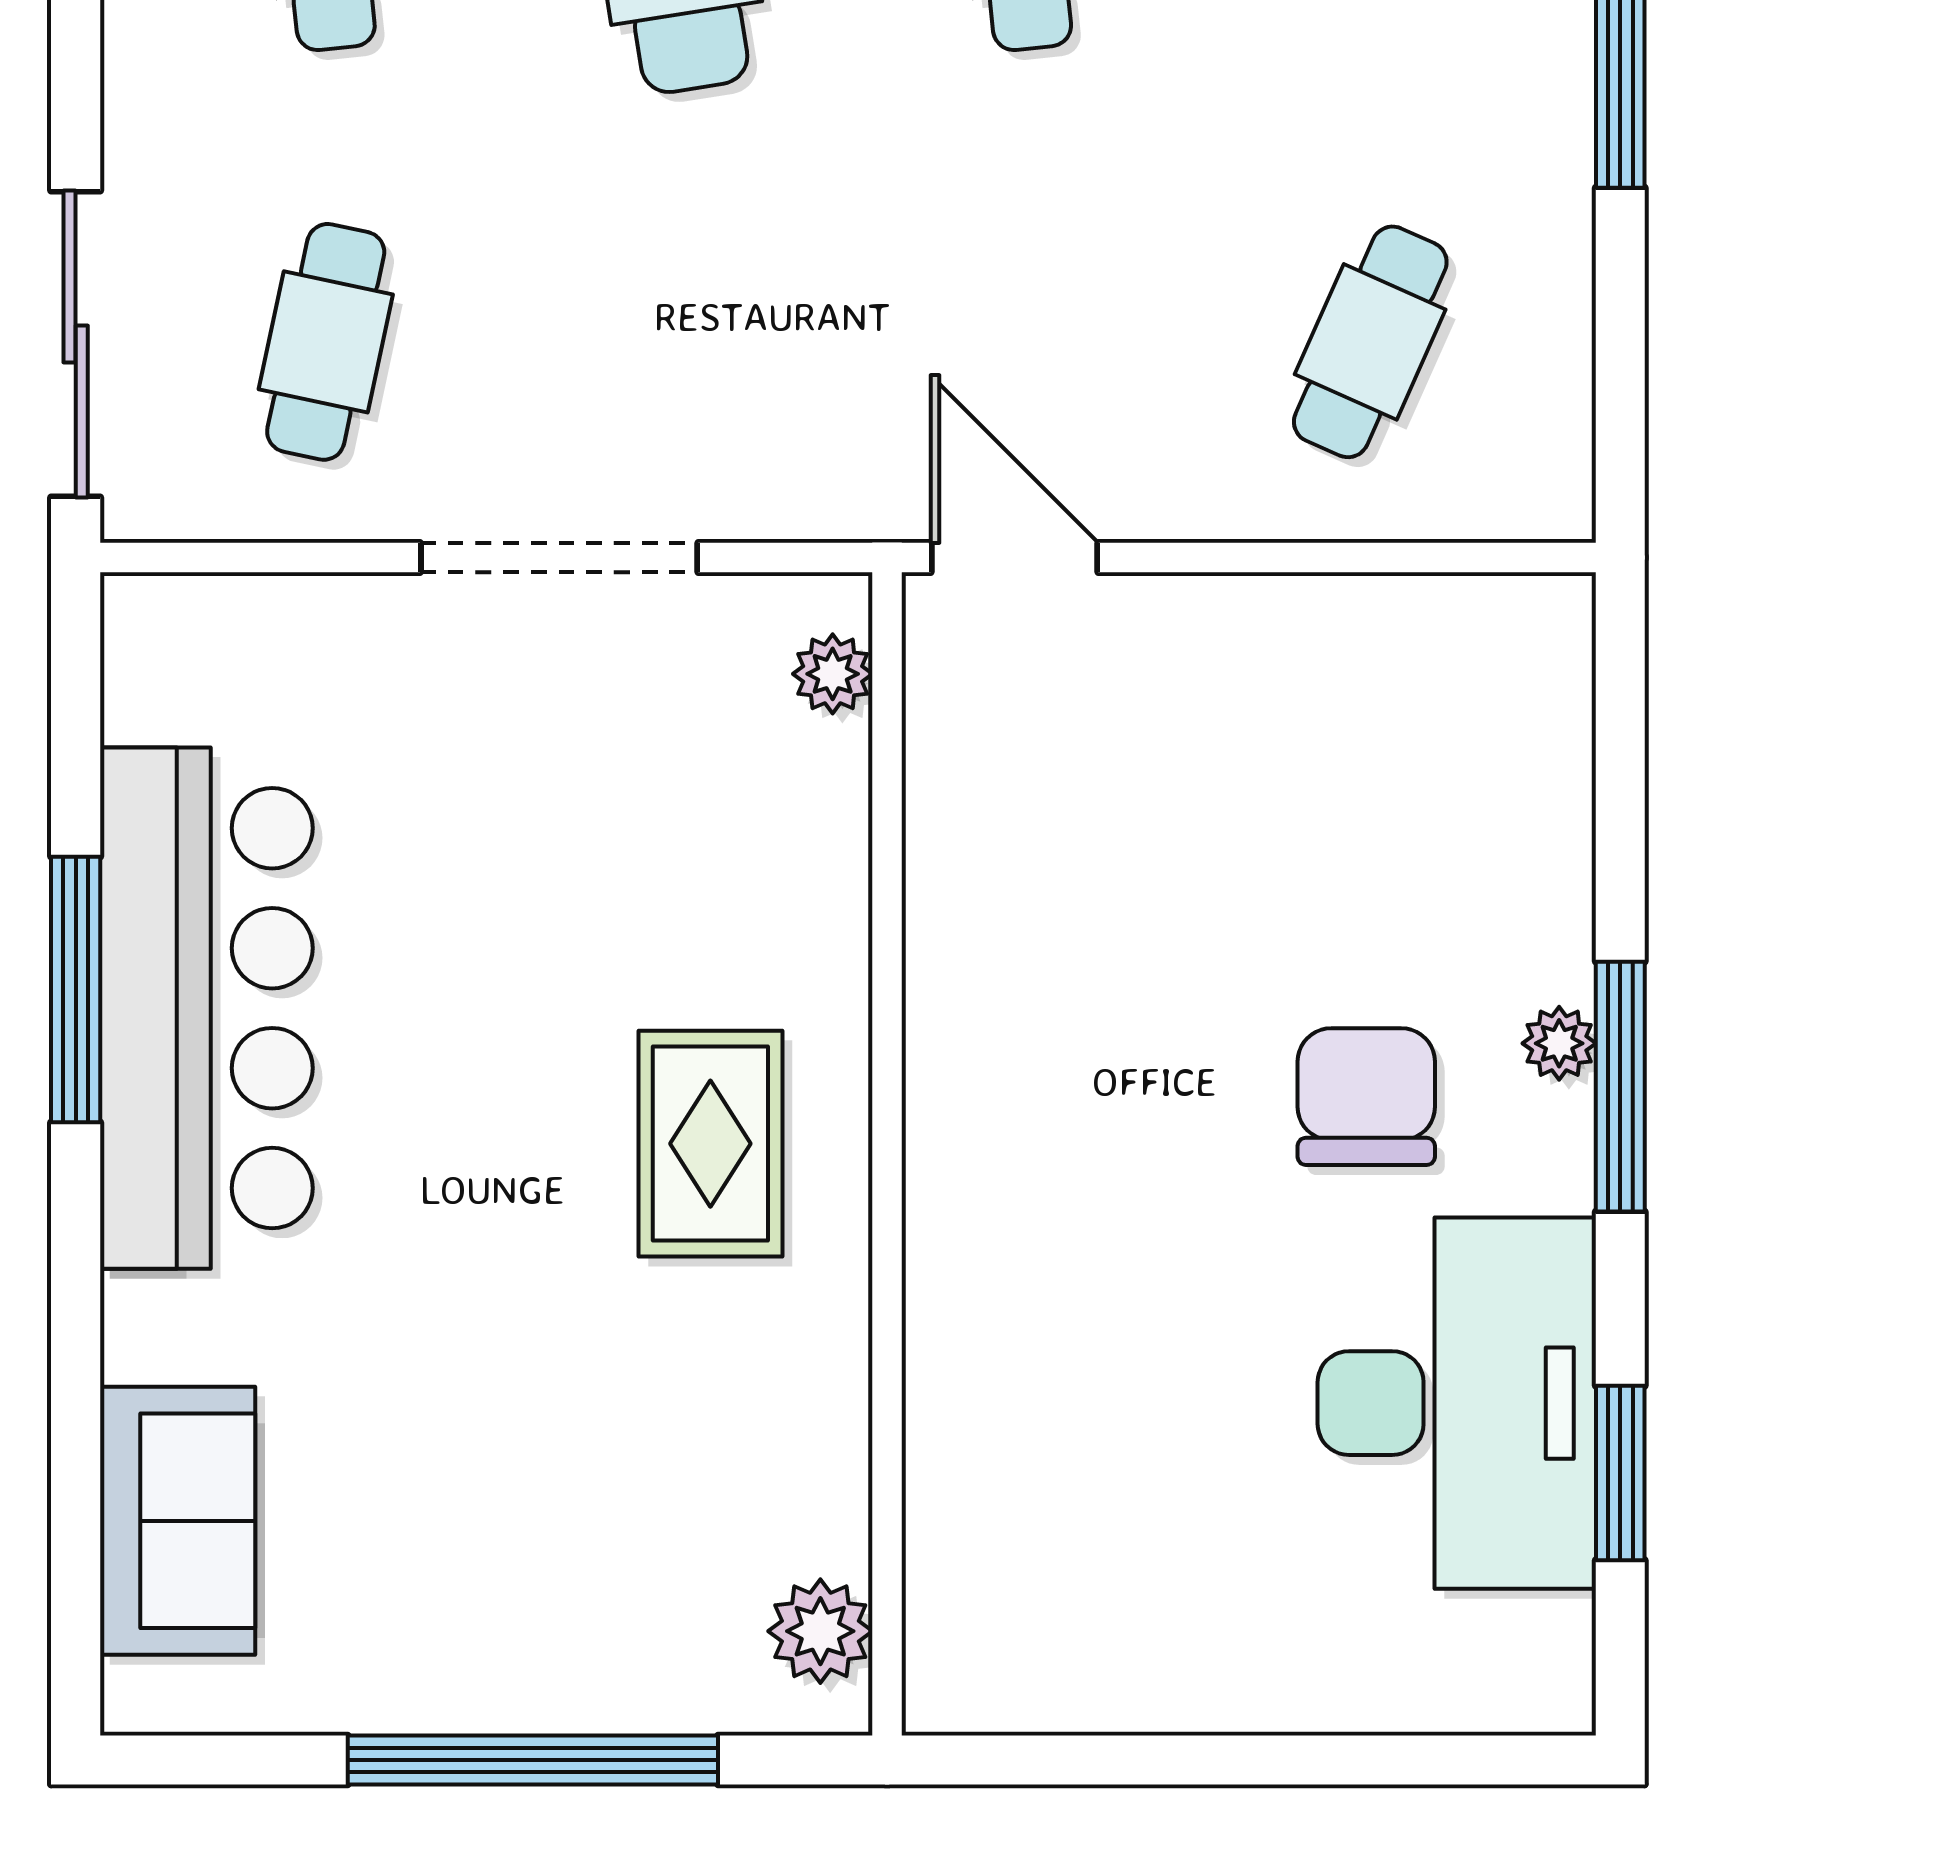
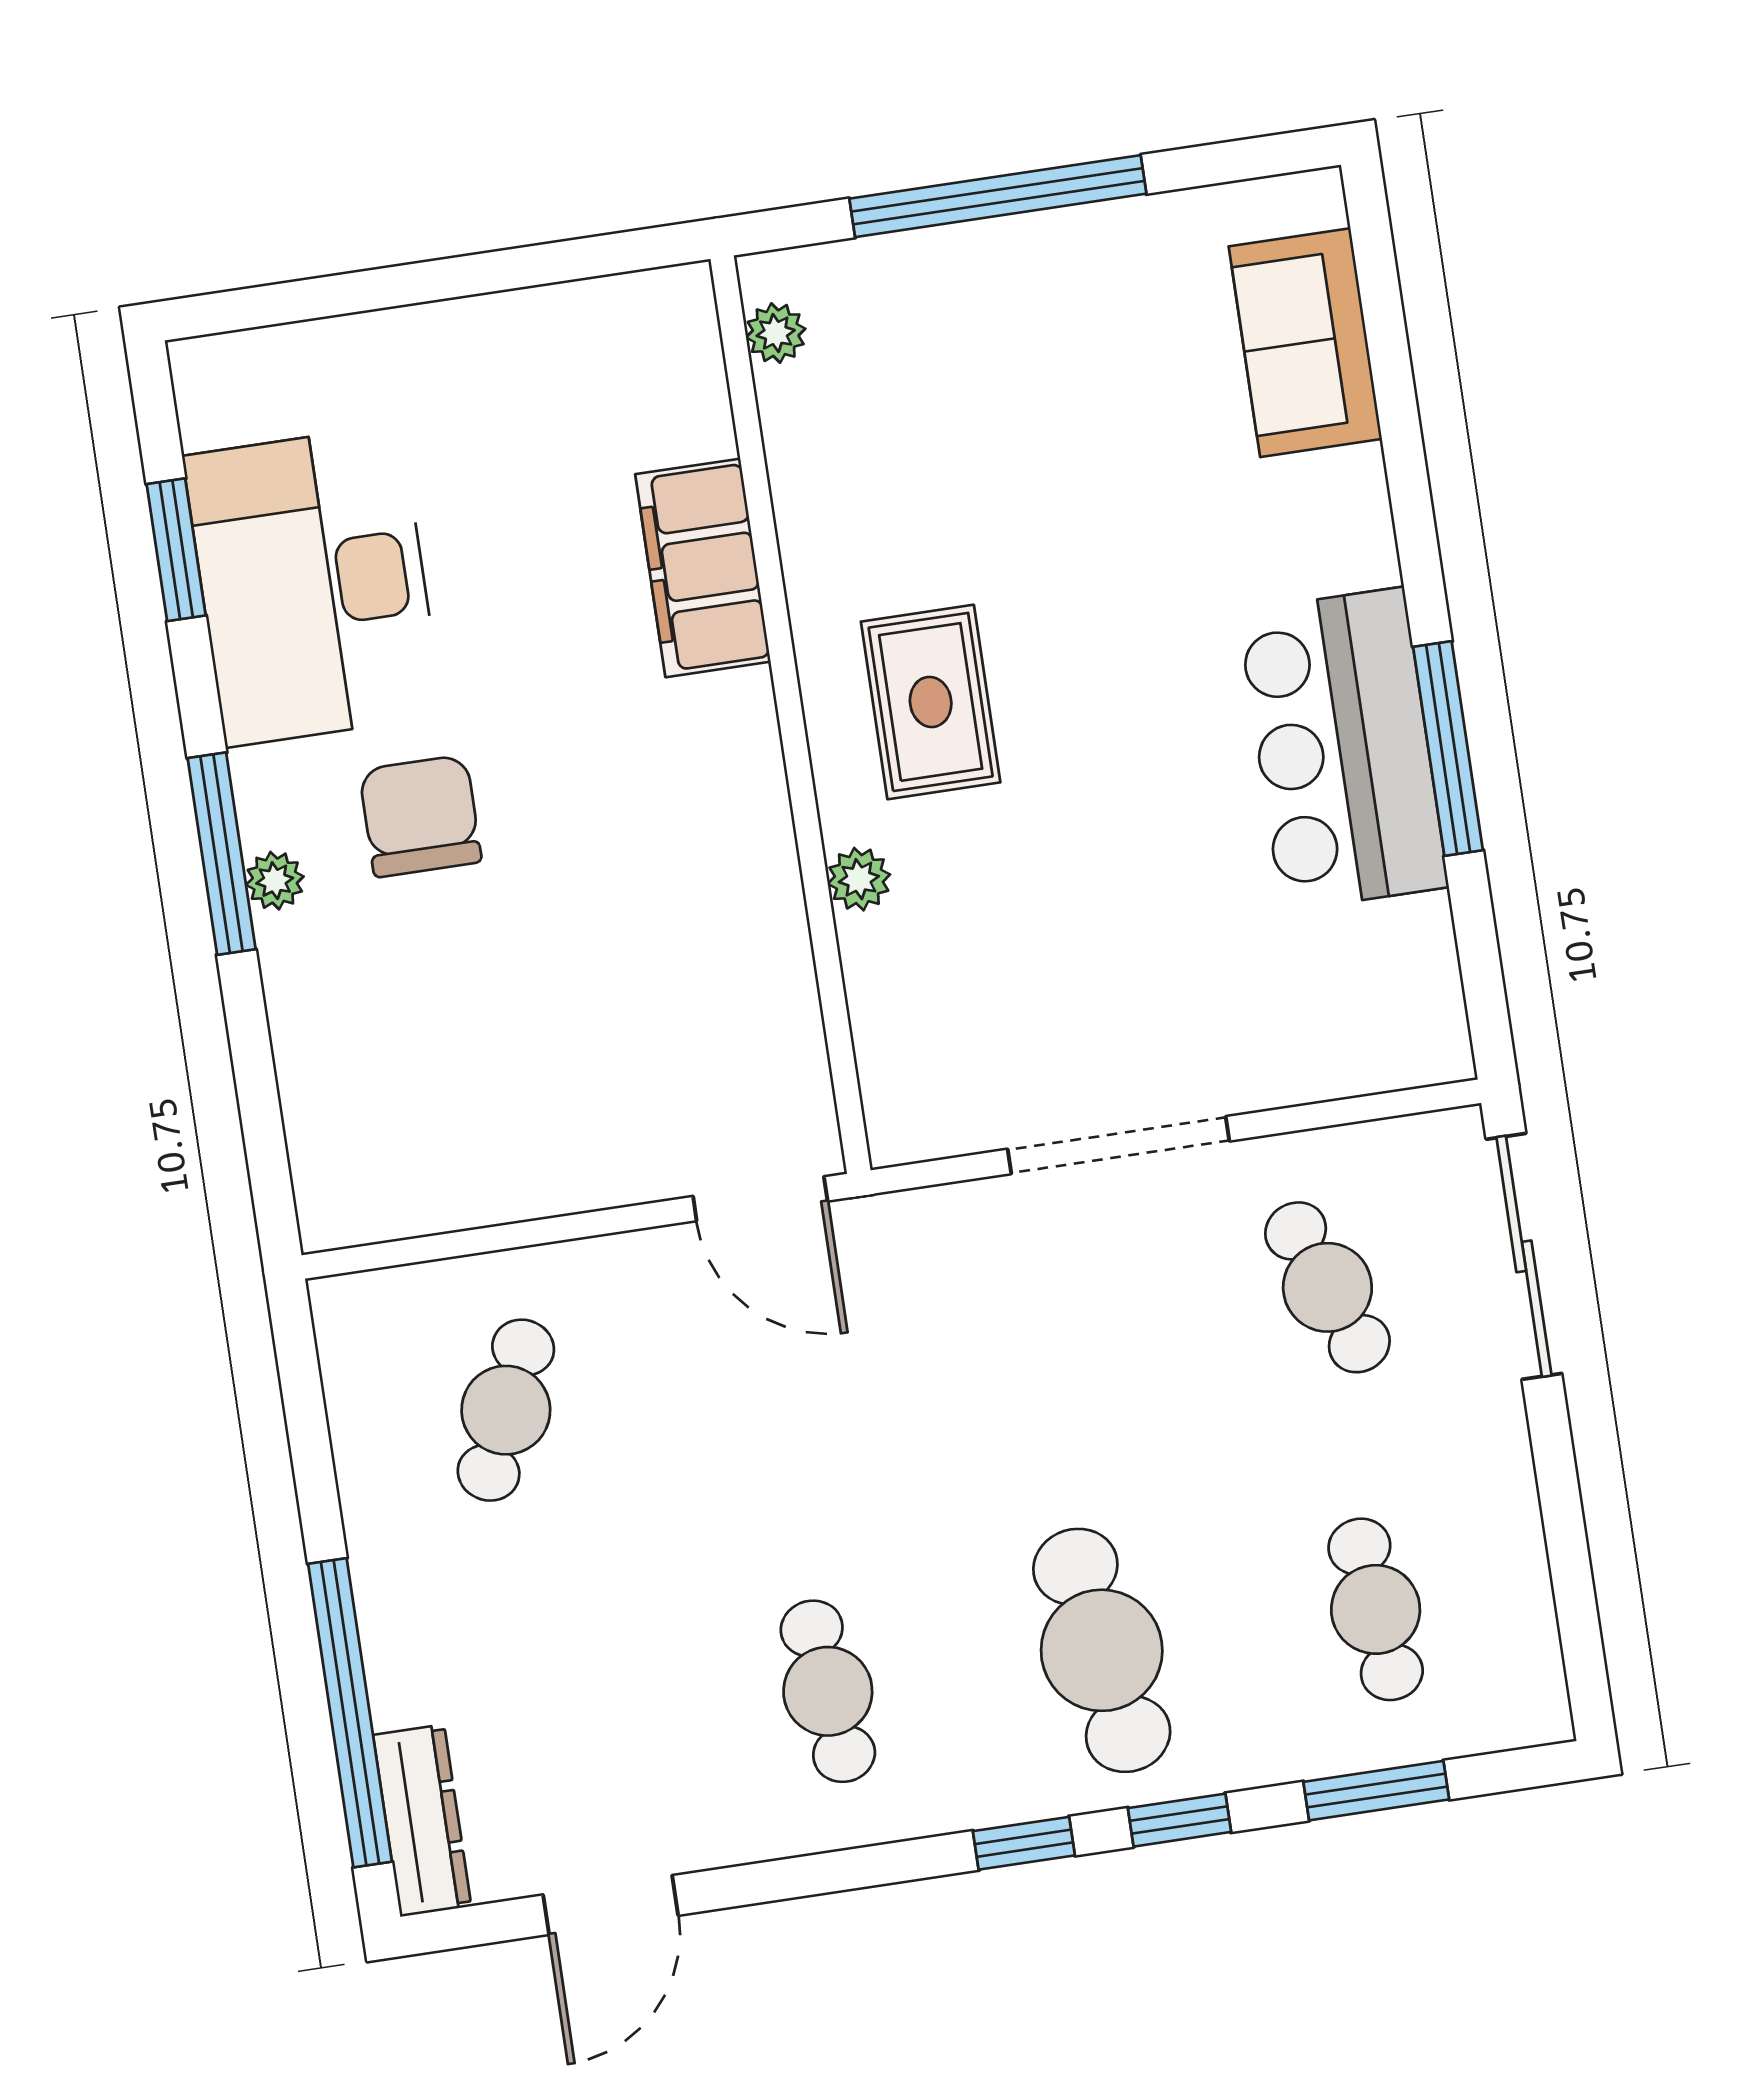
cafe table: (326, 342) -> (1327, 1287), turned -33
plant: (833, 674) -> (859, 879), moved
bar counter: (206, 1008) -> (1343, 749), width x0.73
chair: (1366, 1097) -> (420, 816), turned 180
filing cabinet: (969, 1353) -> (703, 568), added
plant: (820, 1631) -> (776, 333), width x0.73, depth x0.73

